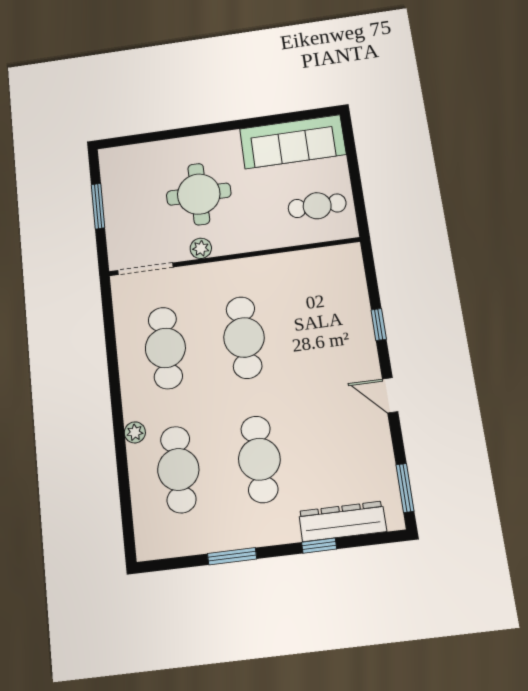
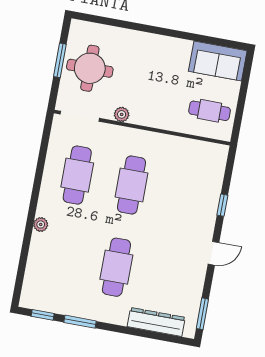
sofa: (293, 142) -> (218, 61), width x0.73
round table: (199, 194) -> (90, 68), moved
door: (390, 395) -> (213, 253), swing flipped
cafe table: (178, 469) -> (62, 257), removed
window: (319, 546) -> (43, 315), moved

